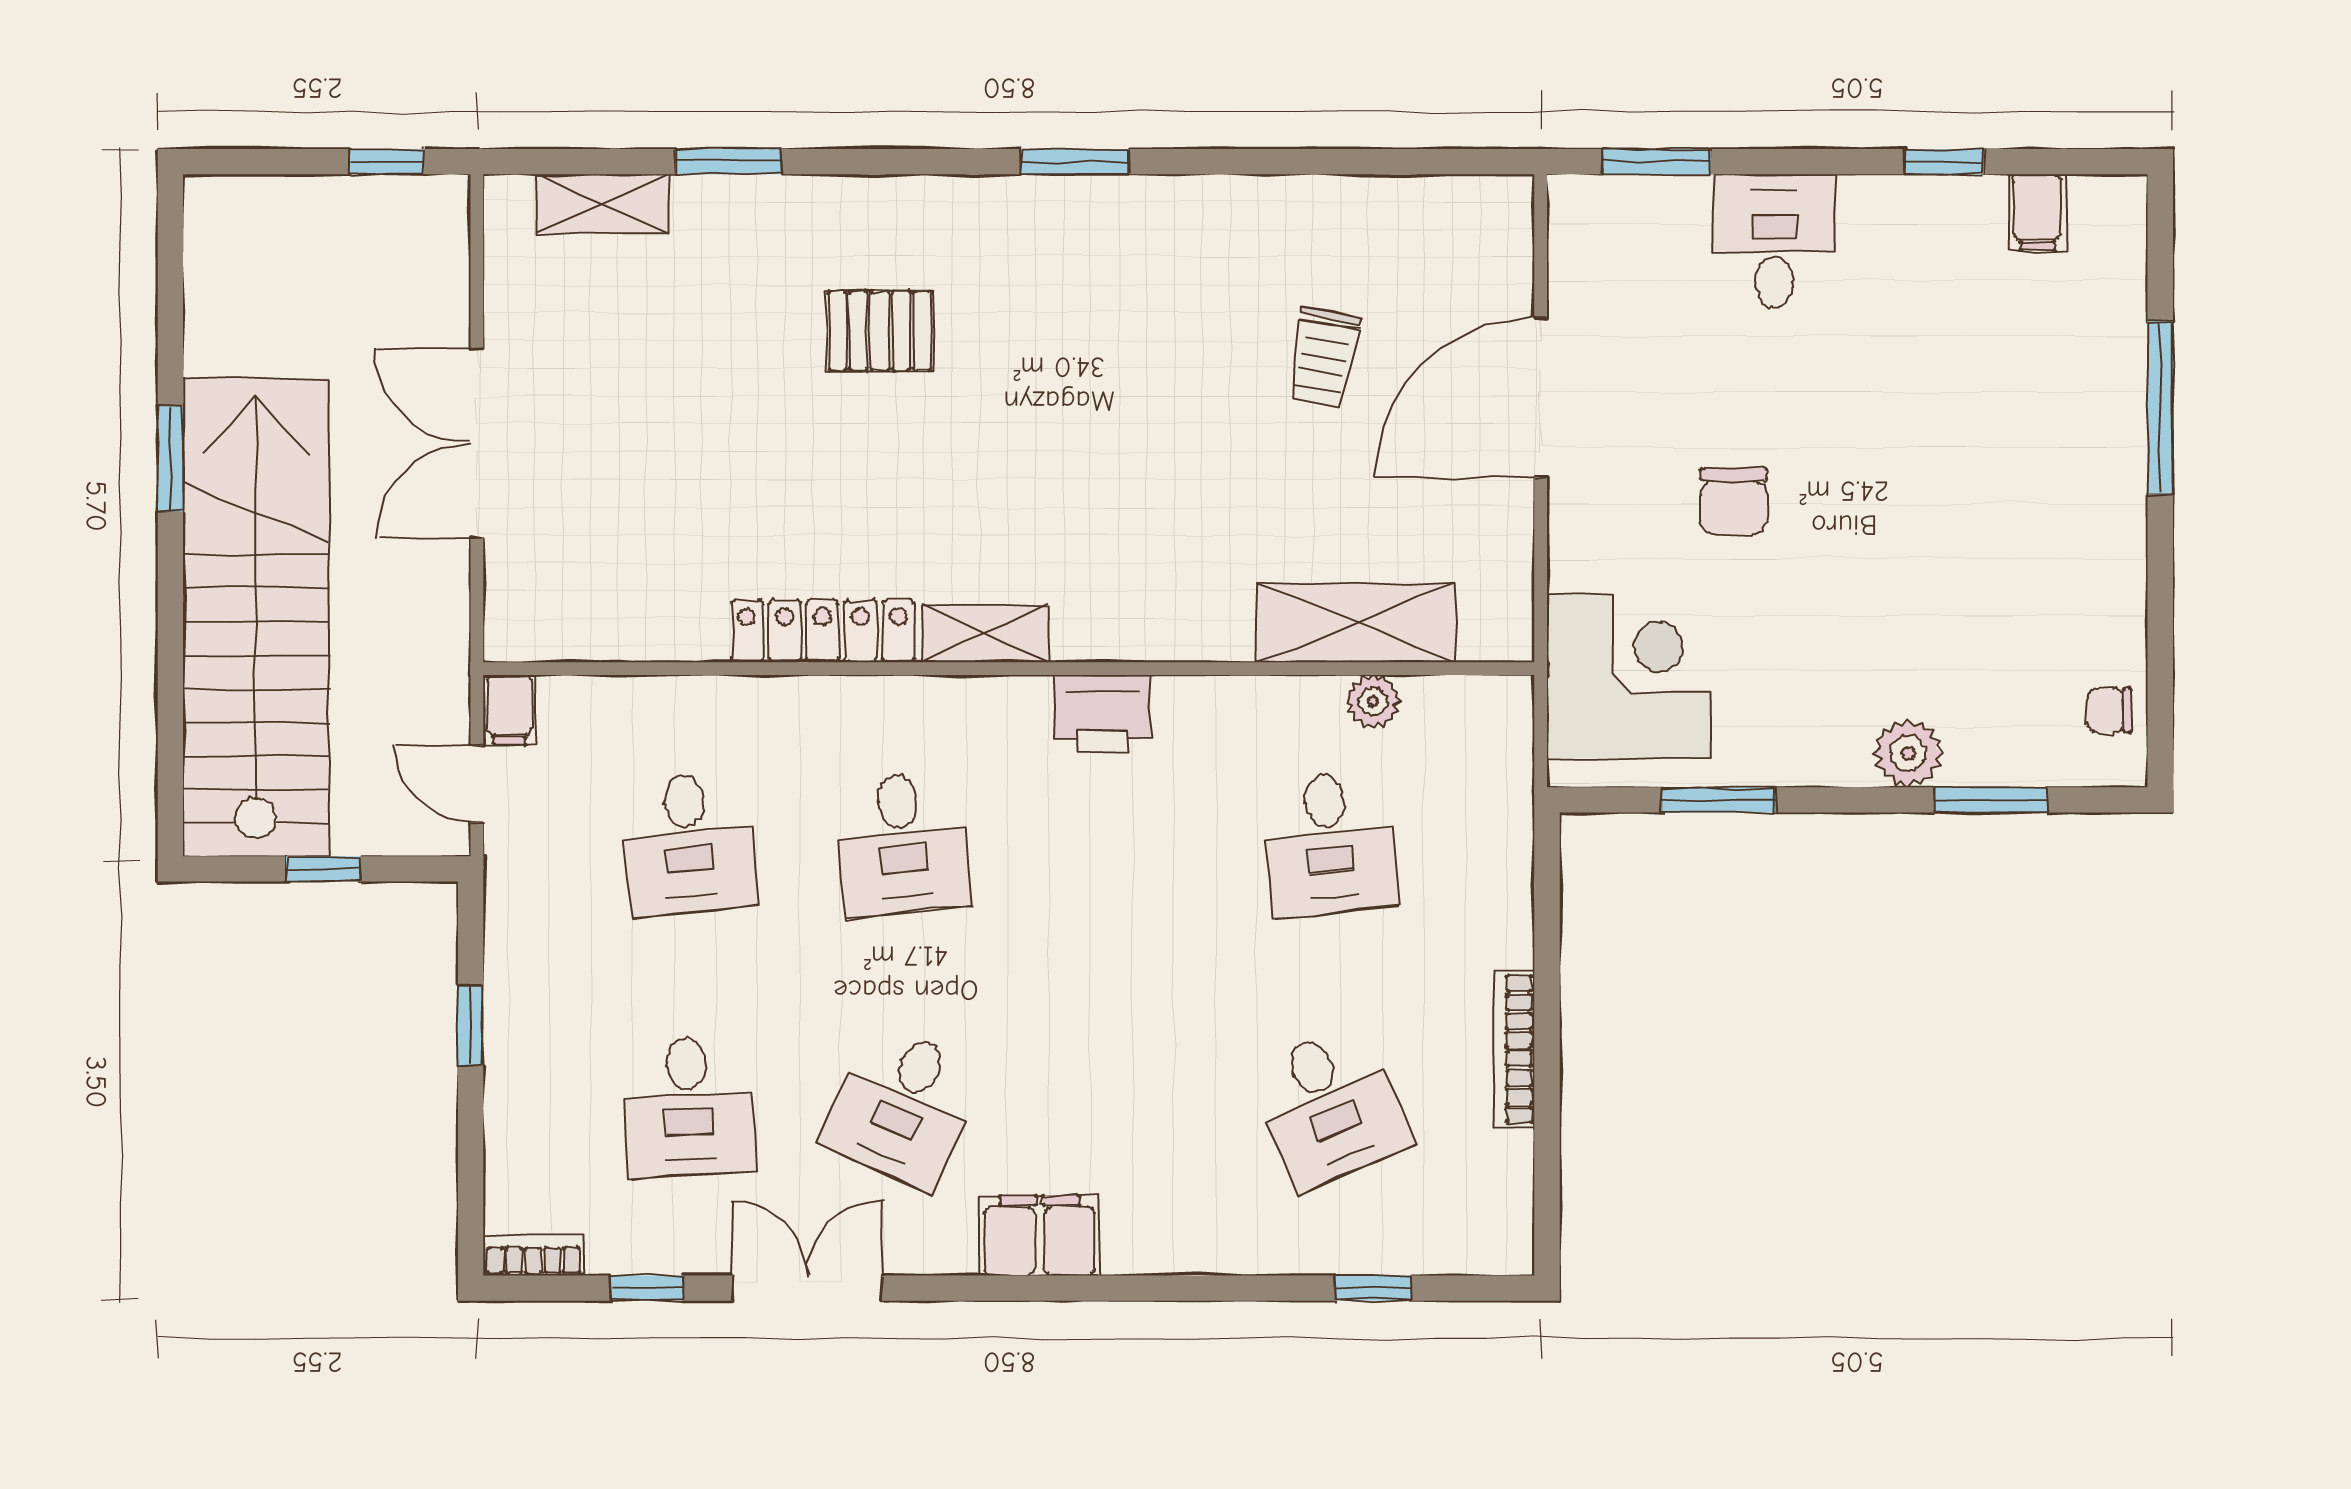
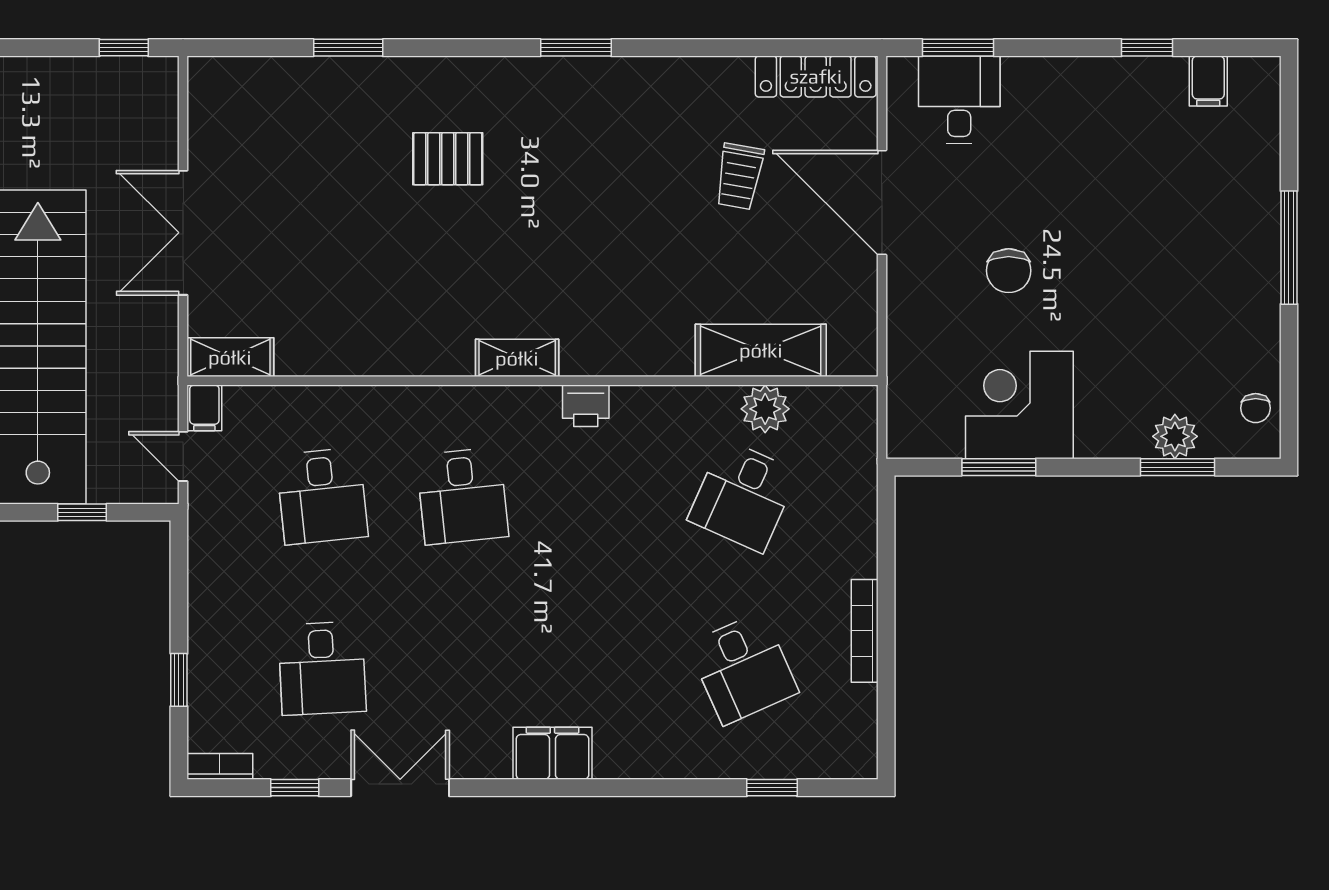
shelving: (603, 204) -> (230, 357), moved
desk: (1774, 241) -> (959, 100), moved
door: (1541, 397) -> (882, 203), hinge flipped
window: (2160, 407) -> (1289, 248), moved
locker: (823, 631) -> (816, 76), moved, turned 180
corner desk: (1629, 676) -> (1019, 405), moved, turned -90
plant: (1373, 701) -> (765, 409), width x1.38, depth x1.38
chair: (2109, 710) -> (1256, 408), turned -90
printer: (1103, 714) -> (586, 406), width x0.73, depth x0.81
plant: (1908, 753) -> (1175, 436), moved
desk: (1329, 844) -> (743, 496), turned 30
window: (471, 1026) -> (179, 680), moved
desk: (902, 1106) -> (462, 668), removed

